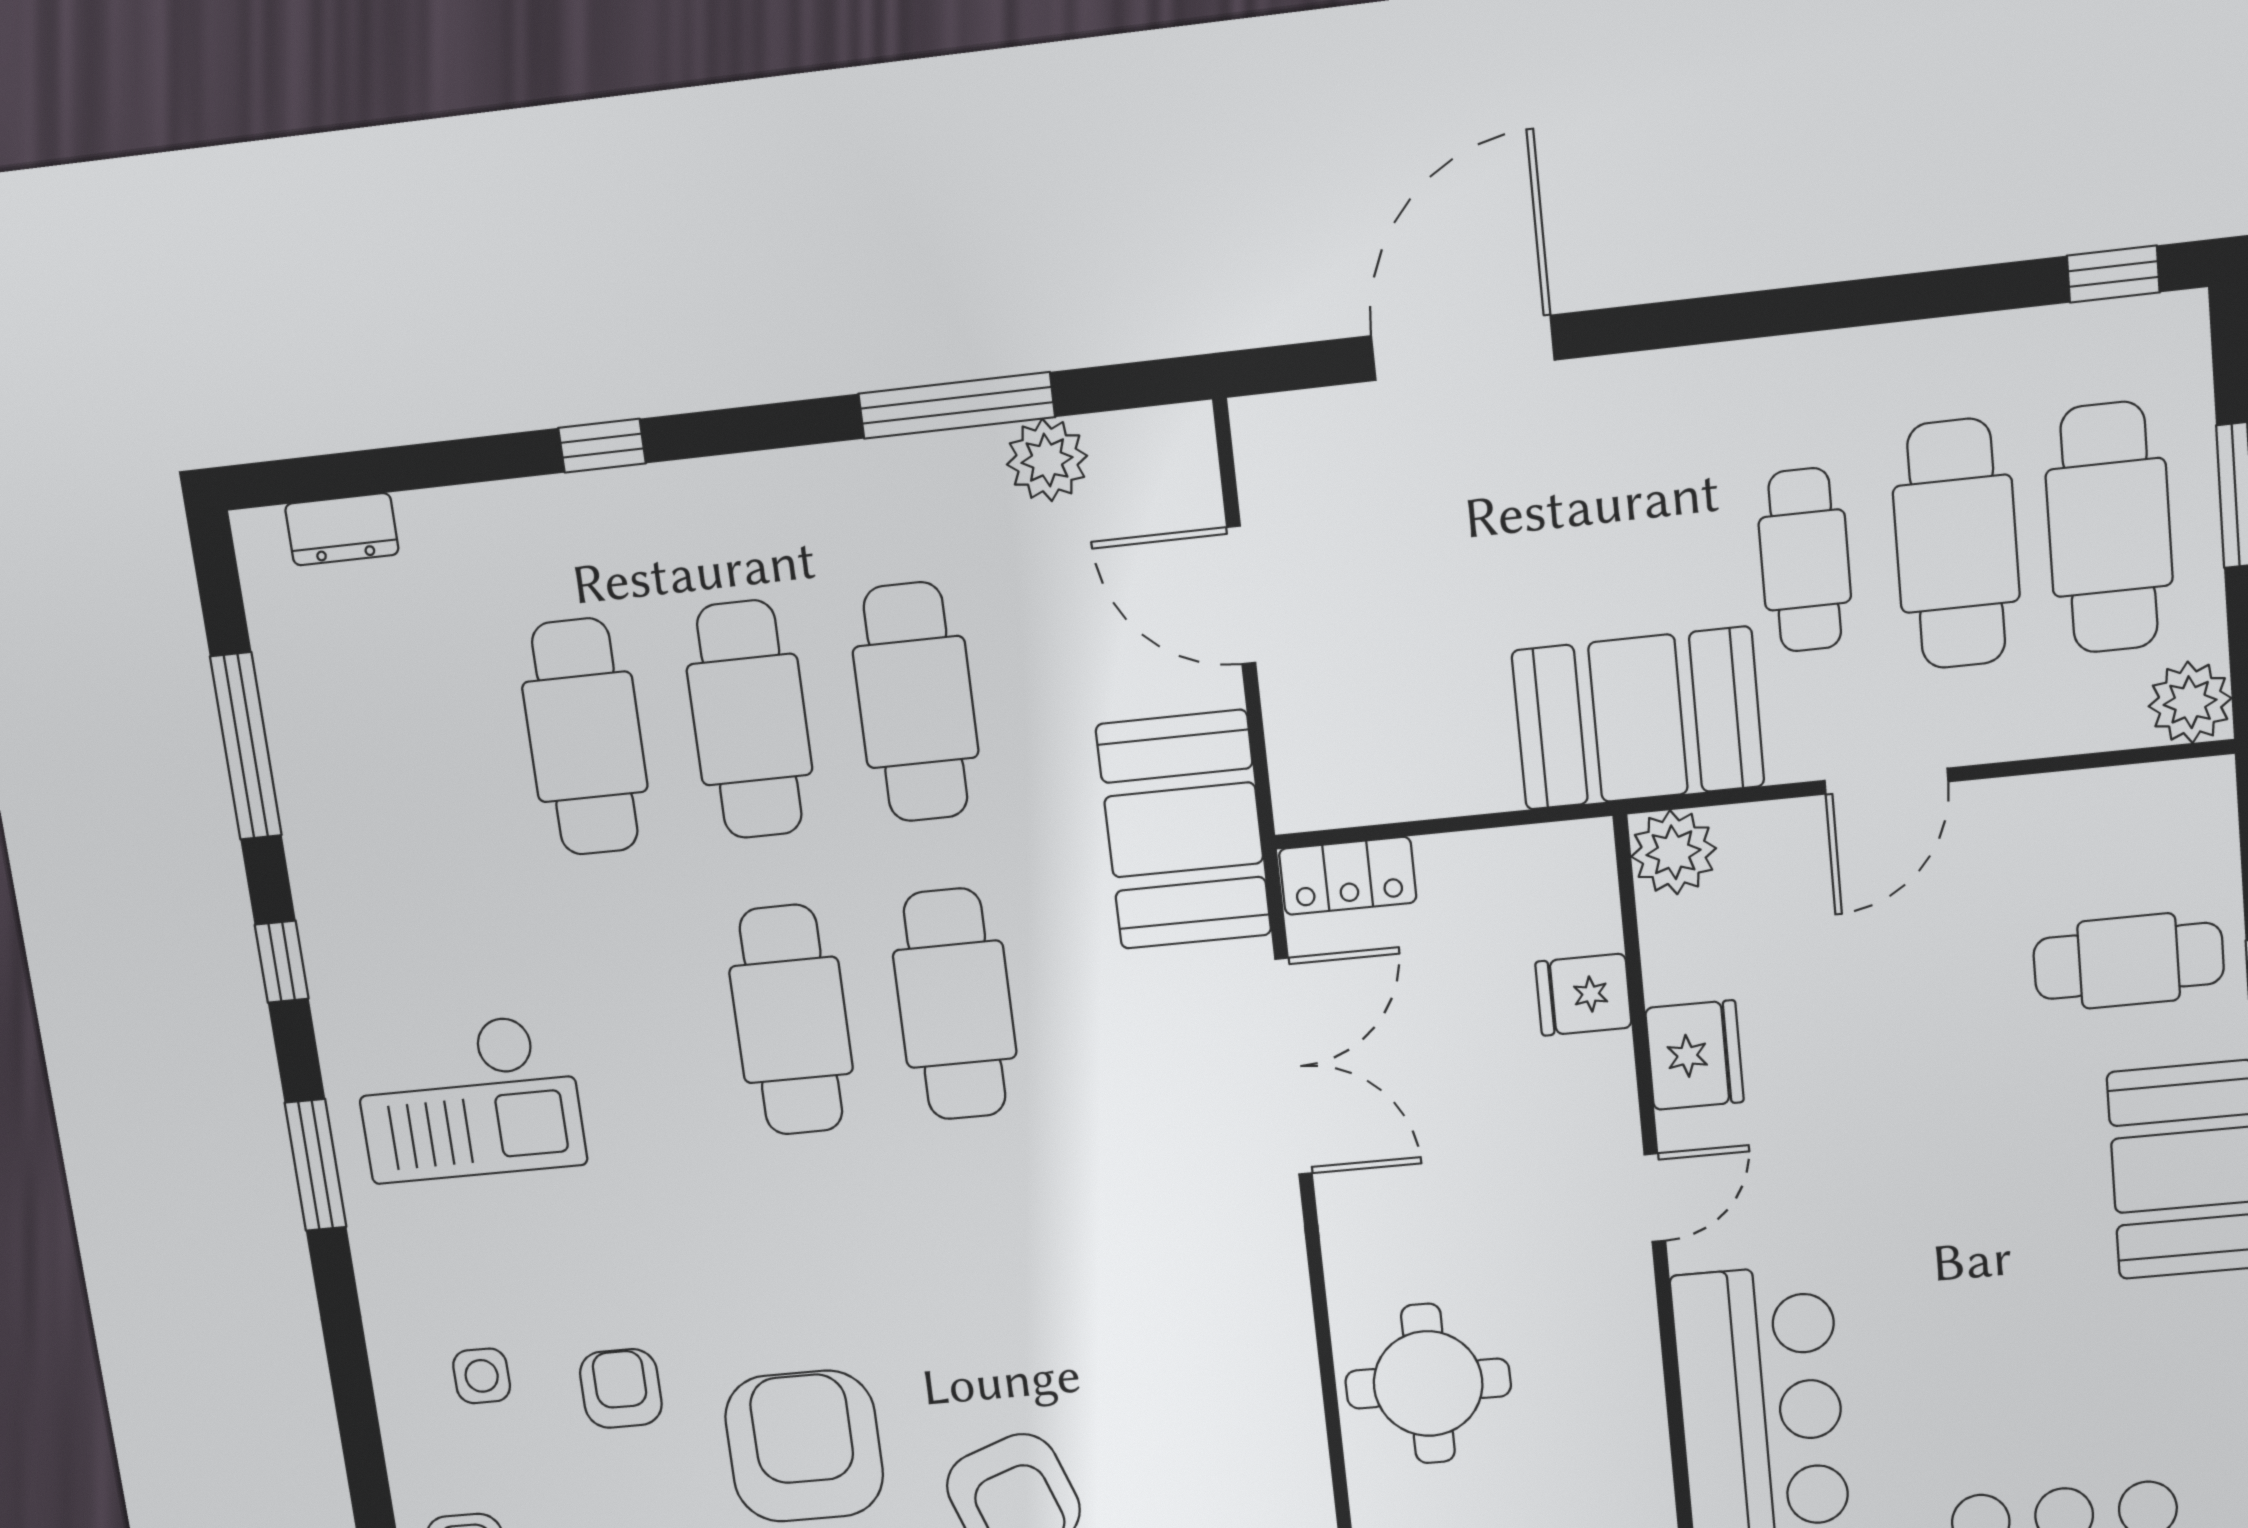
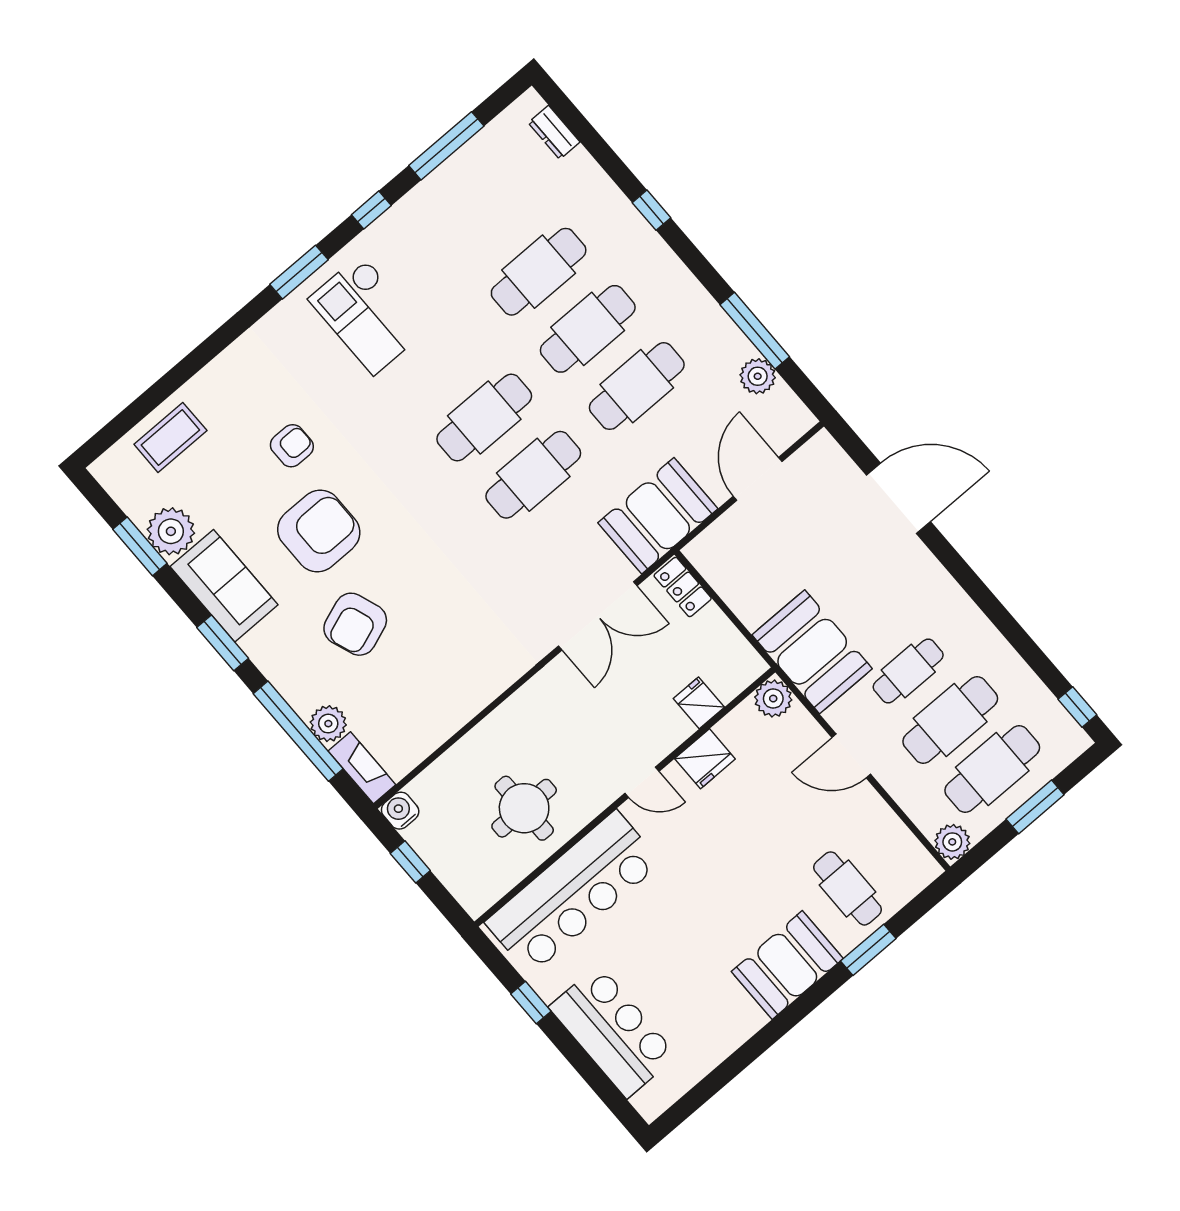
side table: (482, 1376) -> (259, 389), removed
round table: (1428, 1384) -> (524, 808), moved

